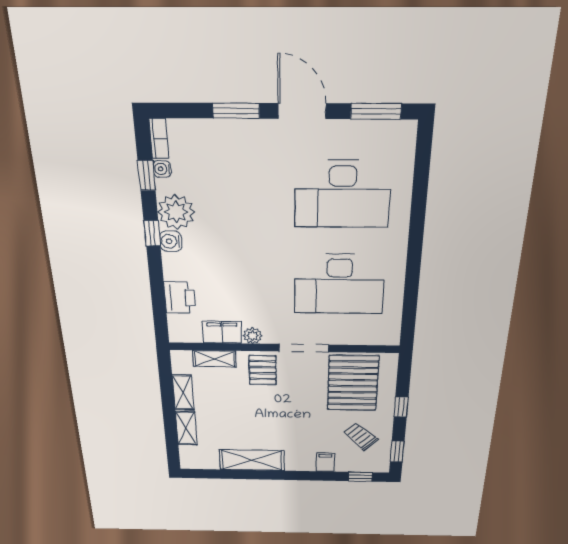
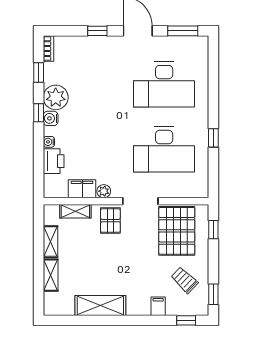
window: (236, 111) -> (97, 31), width x0.67
water cooler: (162, 169) -> (49, 142), moved
window: (413, 270) -> (213, 138), added
window: (401, 407) -> (213, 230), moved

